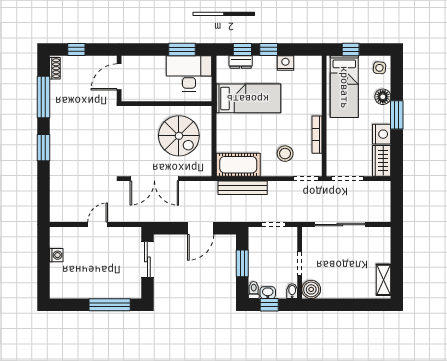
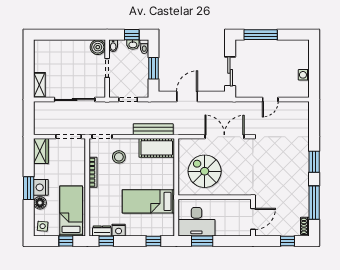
window: (269, 49) -> (106, 241), moved
dresser: (241, 62) -> (102, 231), moved
nightstand: (382, 134) -> (41, 187), moved
shelving: (384, 280) -> (39, 85), moved

